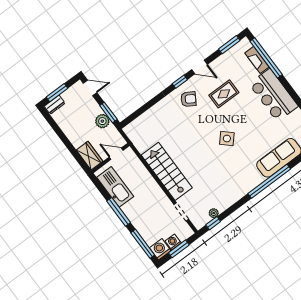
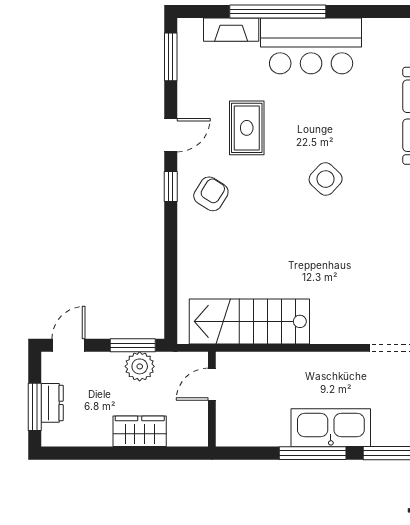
window: (266, 58) -> (278, 12), moved
dresser: (55, 105) -> (52, 403), moved
wardrobe: (90, 156) -> (140, 431), moved
stairs: (167, 171) -> (249, 321), moved
kitchen sink: (115, 187) -> (331, 428), moved

